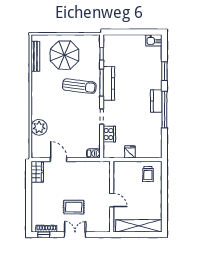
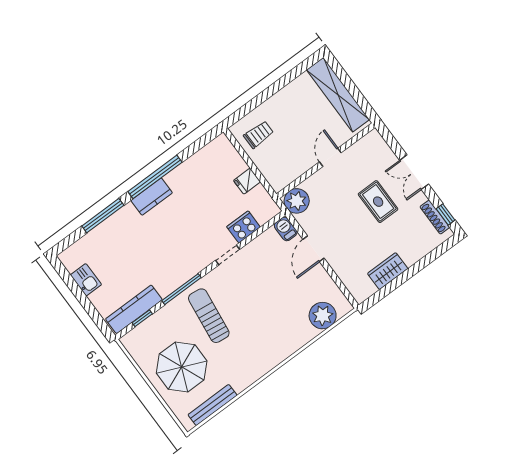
kitchen sink: (154, 40) -> (86, 280), moved
window: (164, 71) -> (103, 216), width x1.44
kitchen counter: (109, 83) -> (134, 309), moved
plant: (39, 127) -> (323, 316), moved
door: (59, 160) -> (314, 249), moved
plant: (103, 169) -> (297, 201), added
wardrobe: (37, 172) -> (388, 271), moved

